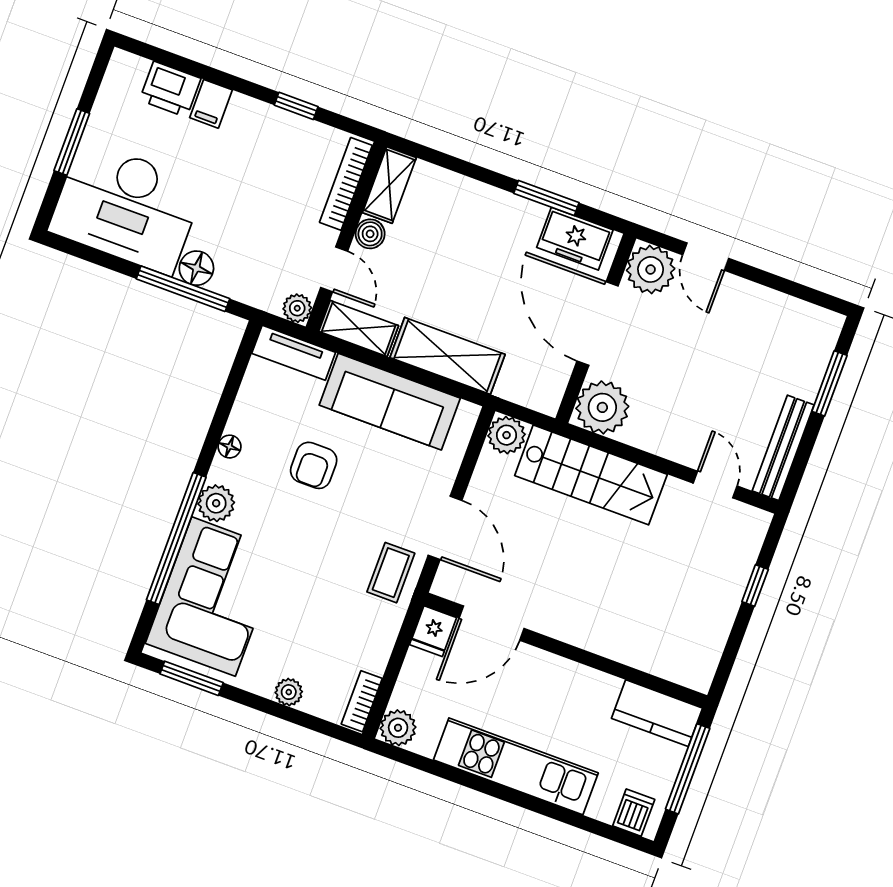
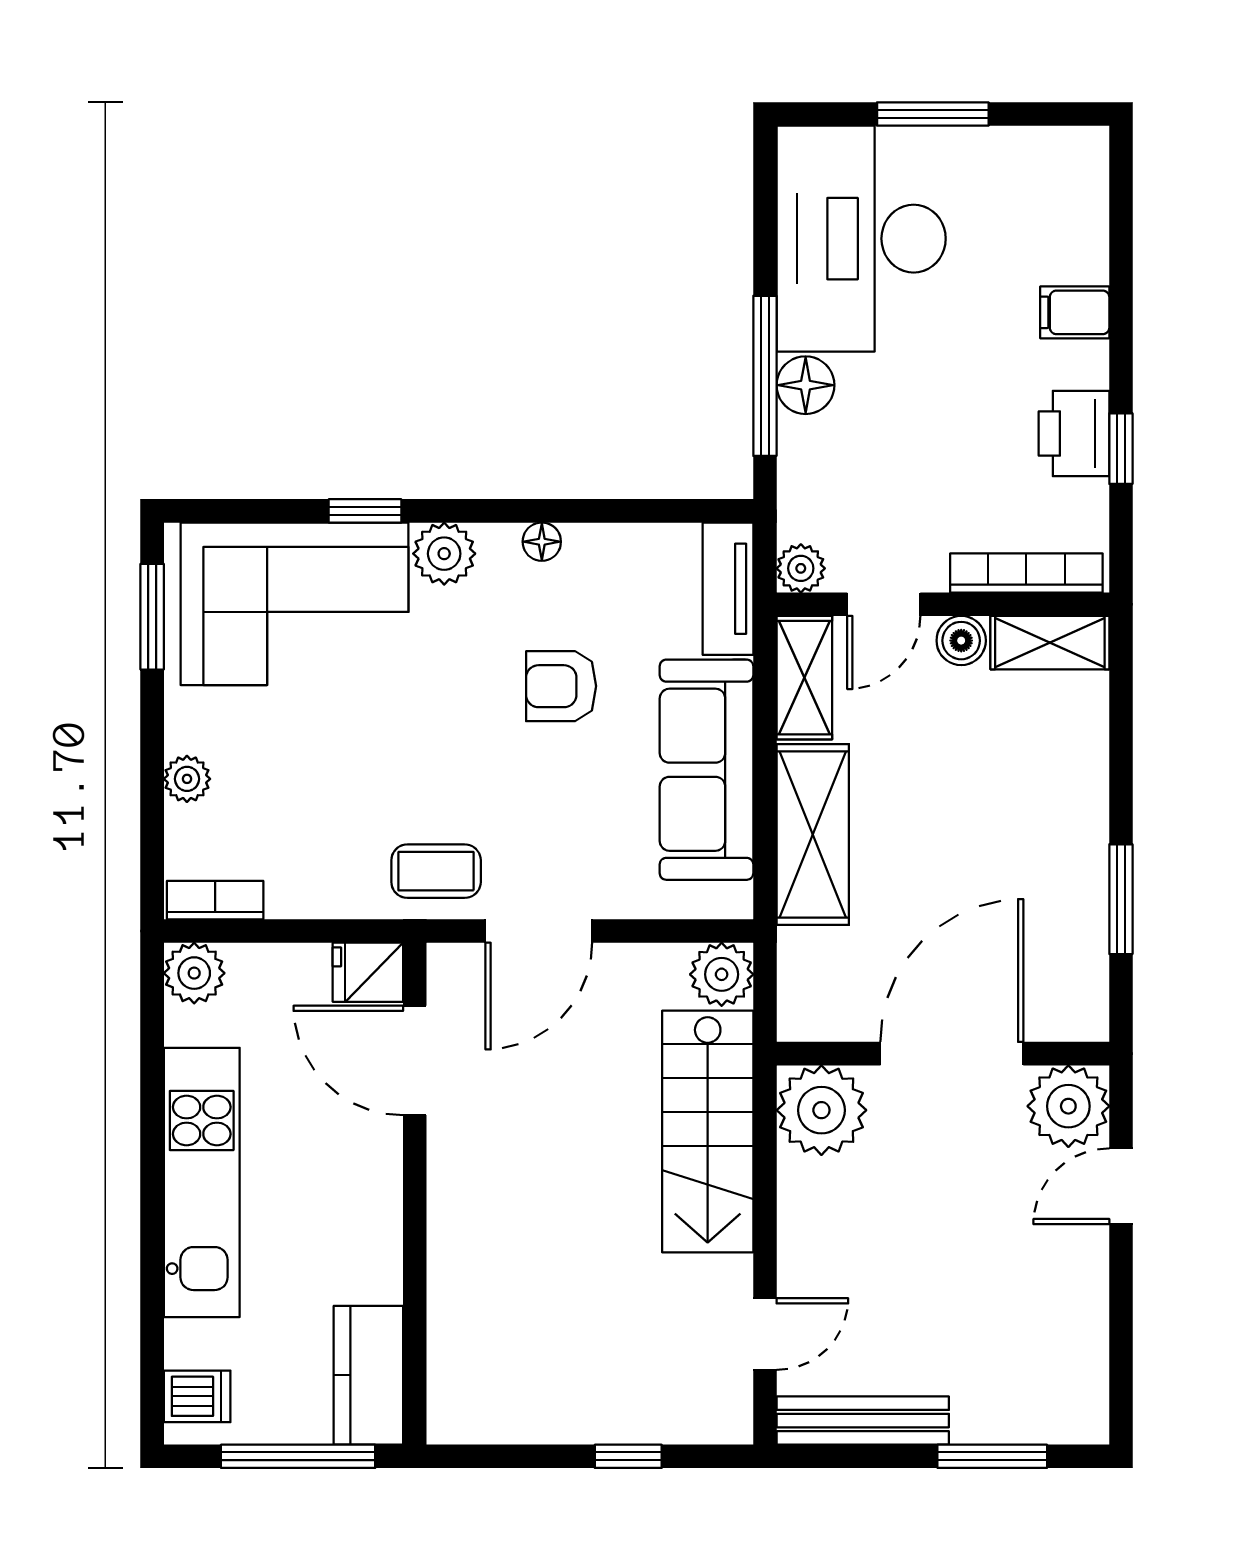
printer: (170, 89) -> (1074, 433), moved
freezer: (575, 239) -> (1073, 968), removed
window: (176, 538) -> (365, 511), width x0.32

